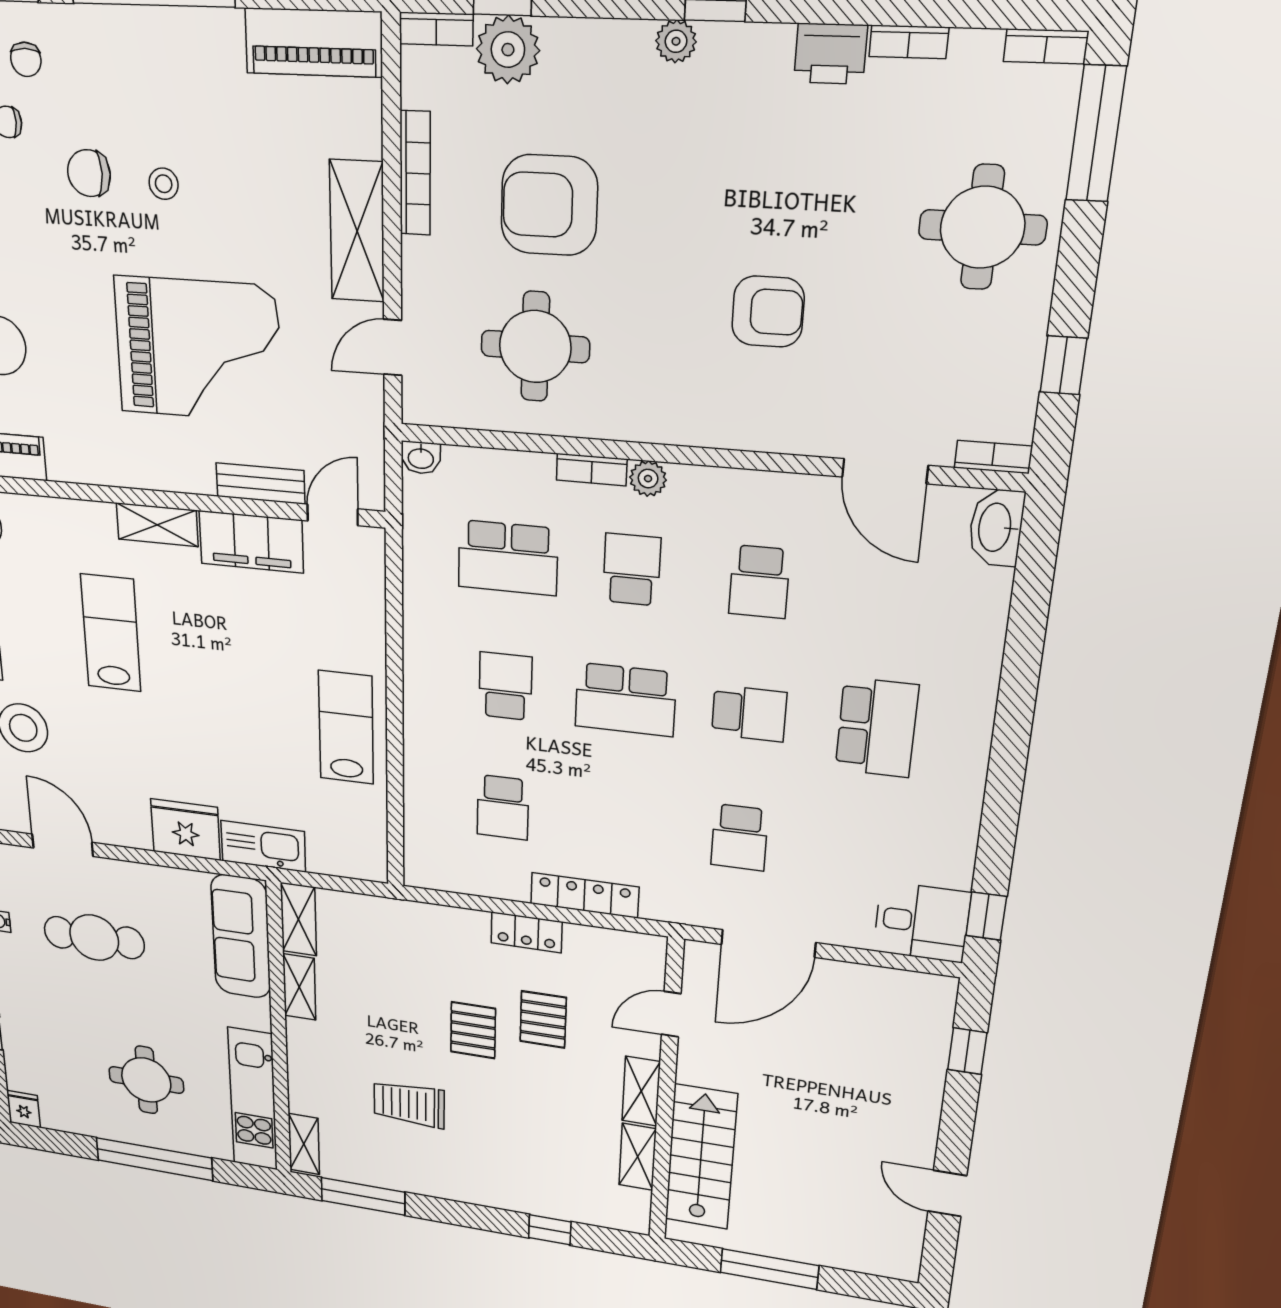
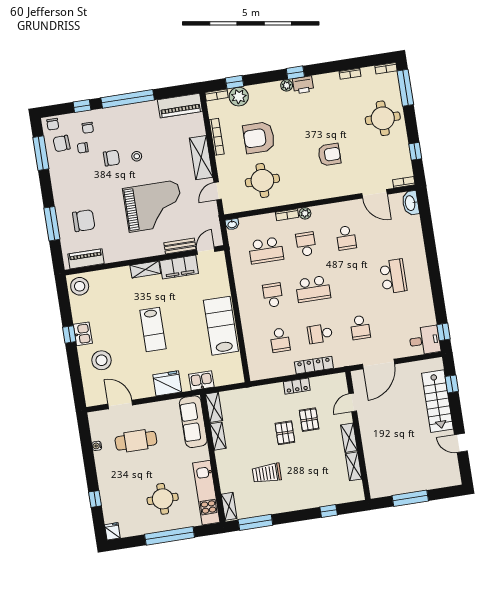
printer: (830, 54) -> (303, 85), moved
chair: (89, 173) -> (111, 158), turned 180
lab bench: (111, 633) -> (153, 330), moved, turned 180
school desk: (749, 713) -> (320, 334), moved, turned 180
lab bench: (346, 728) -> (221, 326), width x1.36, depth x1.39
kitchen sink: (263, 846) -> (201, 381), width x0.73
stairs: (701, 1157) -> (437, 401), moved, turned 180

